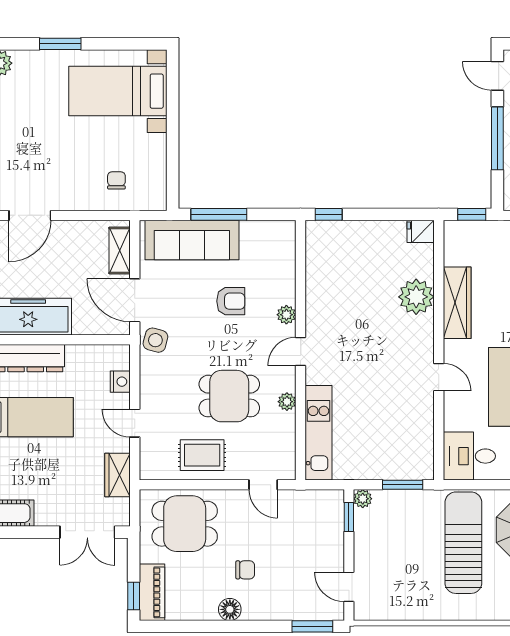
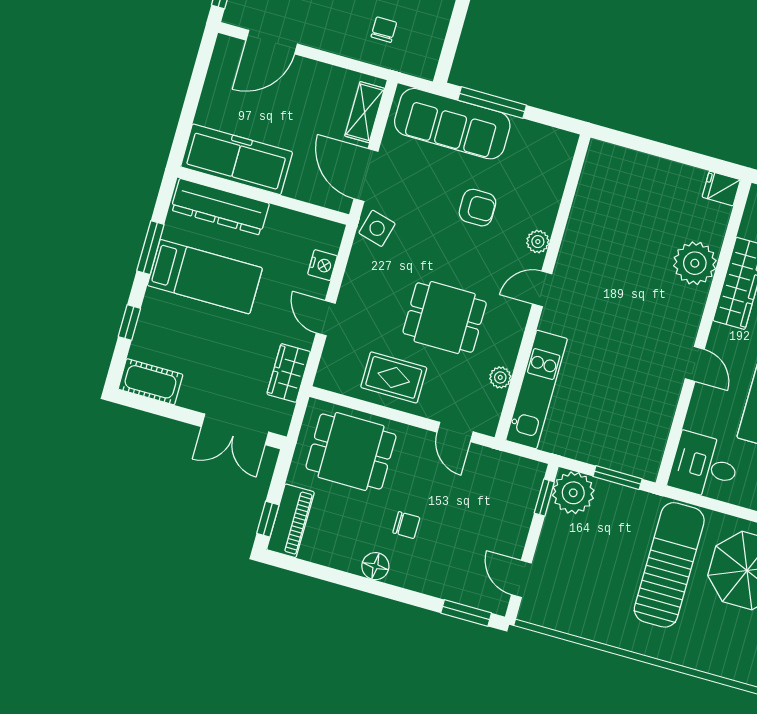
window: (329, 214) -> (620, 138), removed
plant: (287, 402) -> (500, 377), moved
plant: (363, 499) -> (573, 493), width x1.87, depth x1.87

